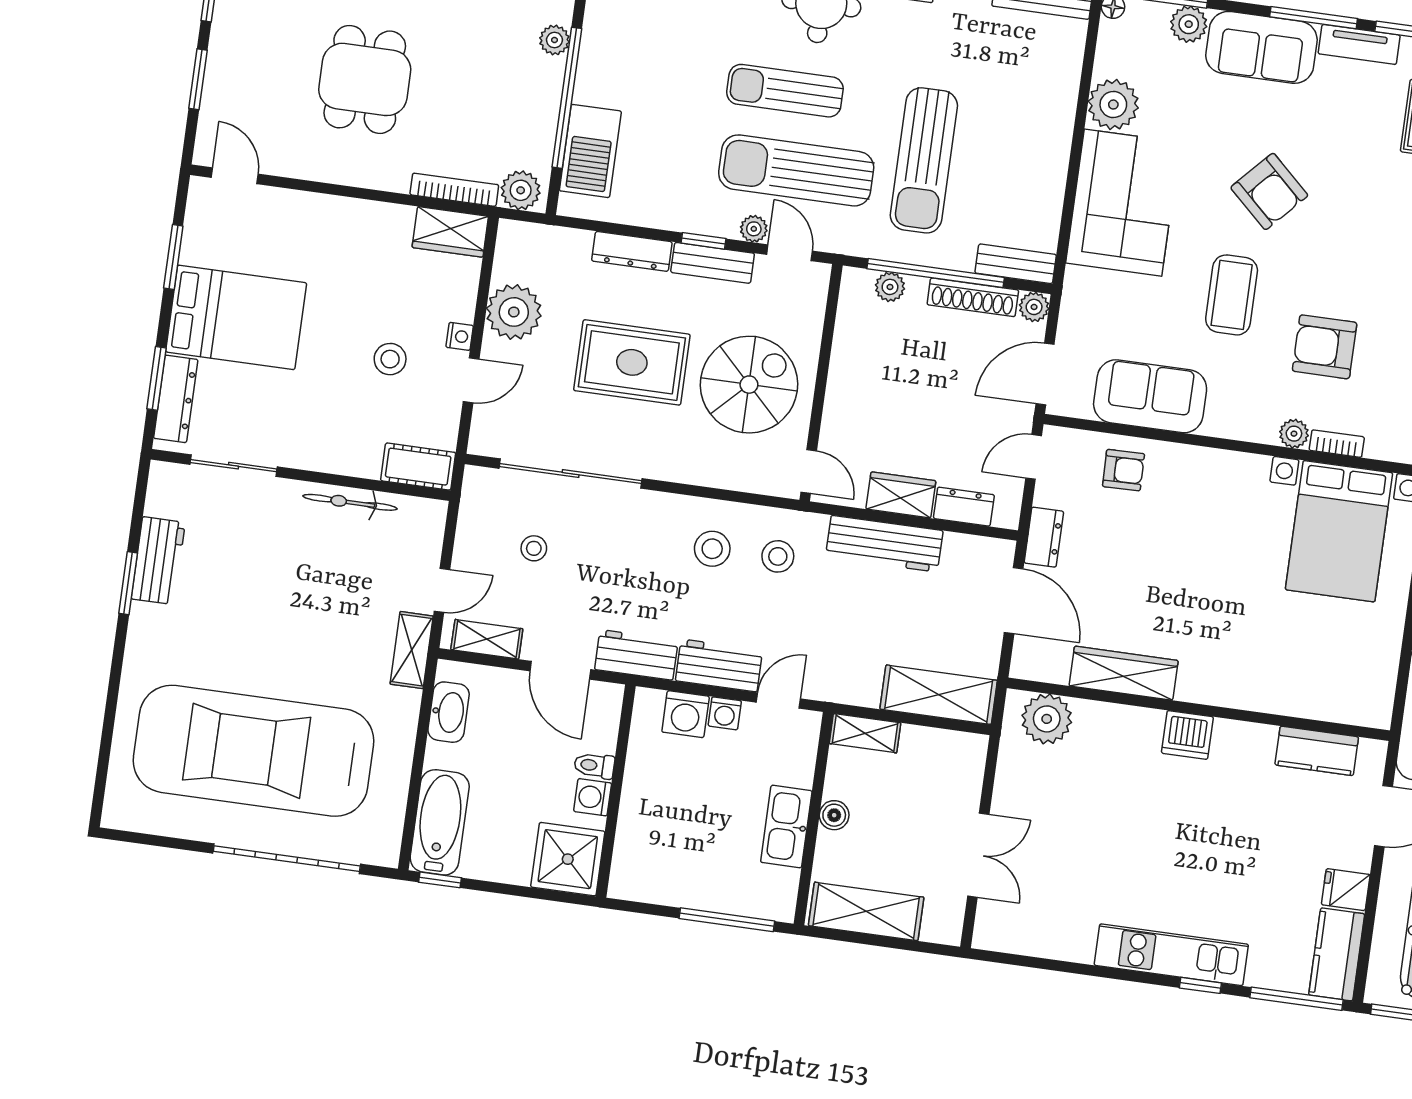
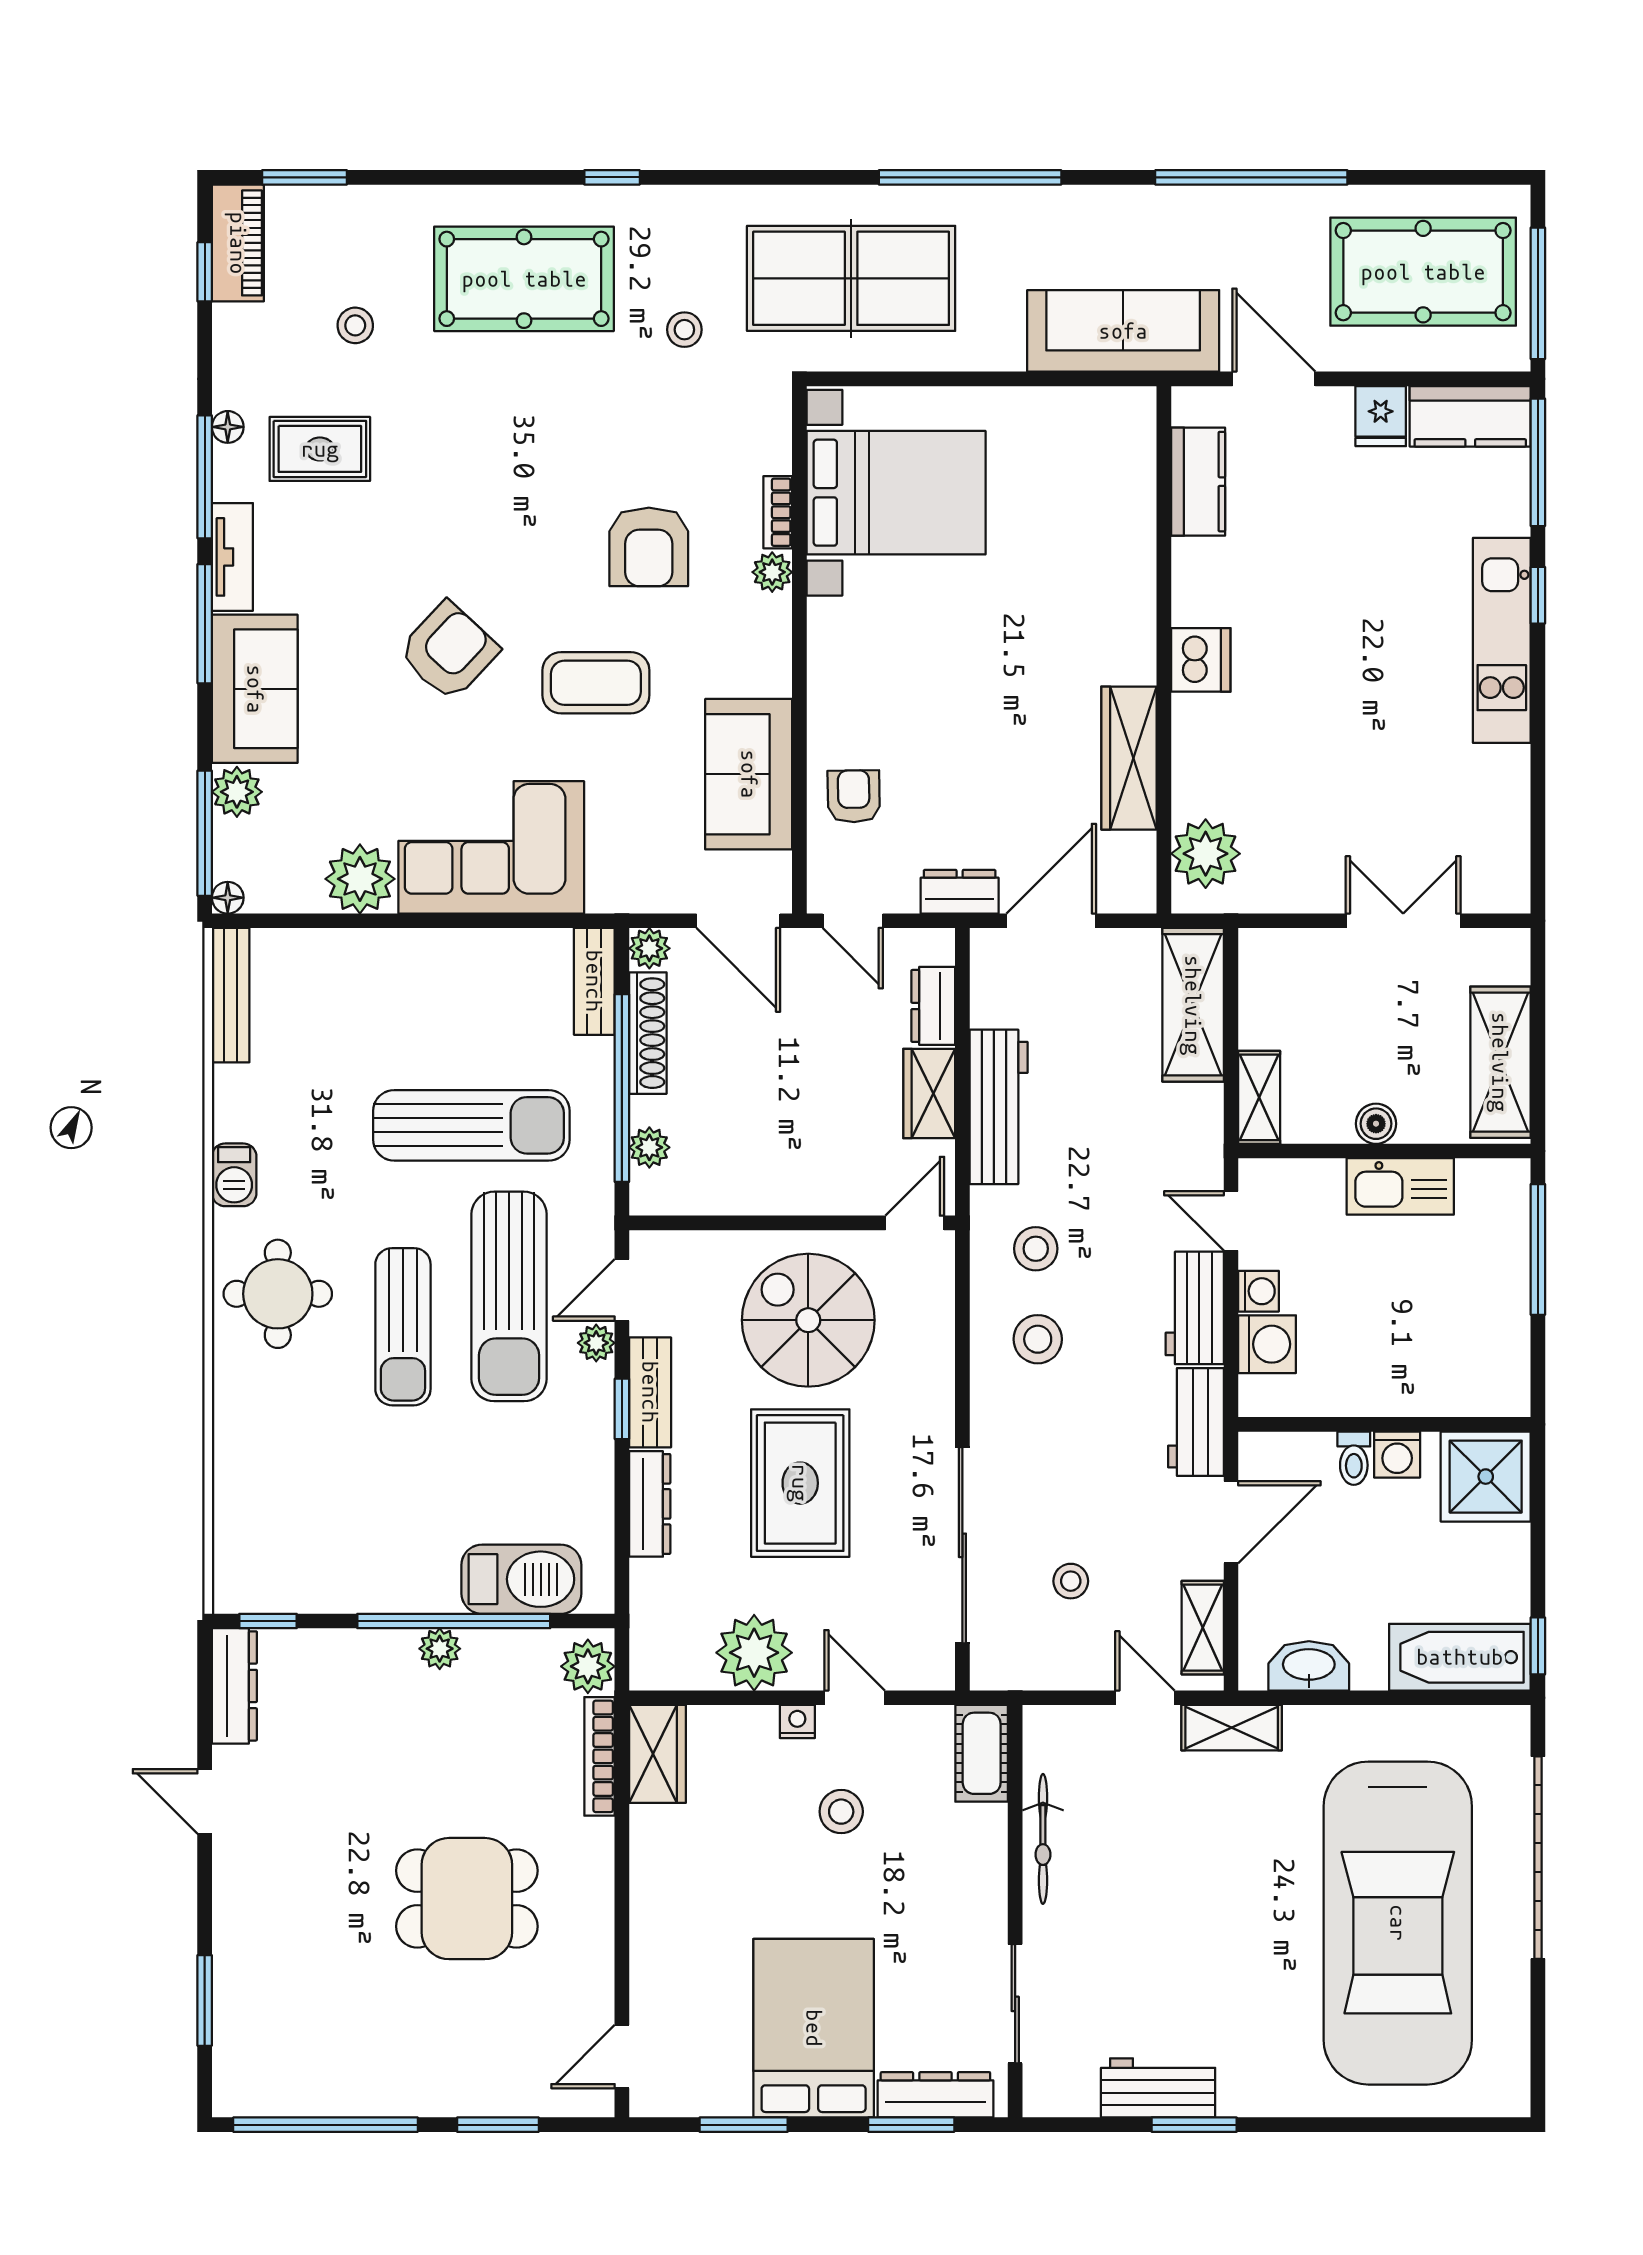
plant: (554, 40) -> (440, 1649), moved

